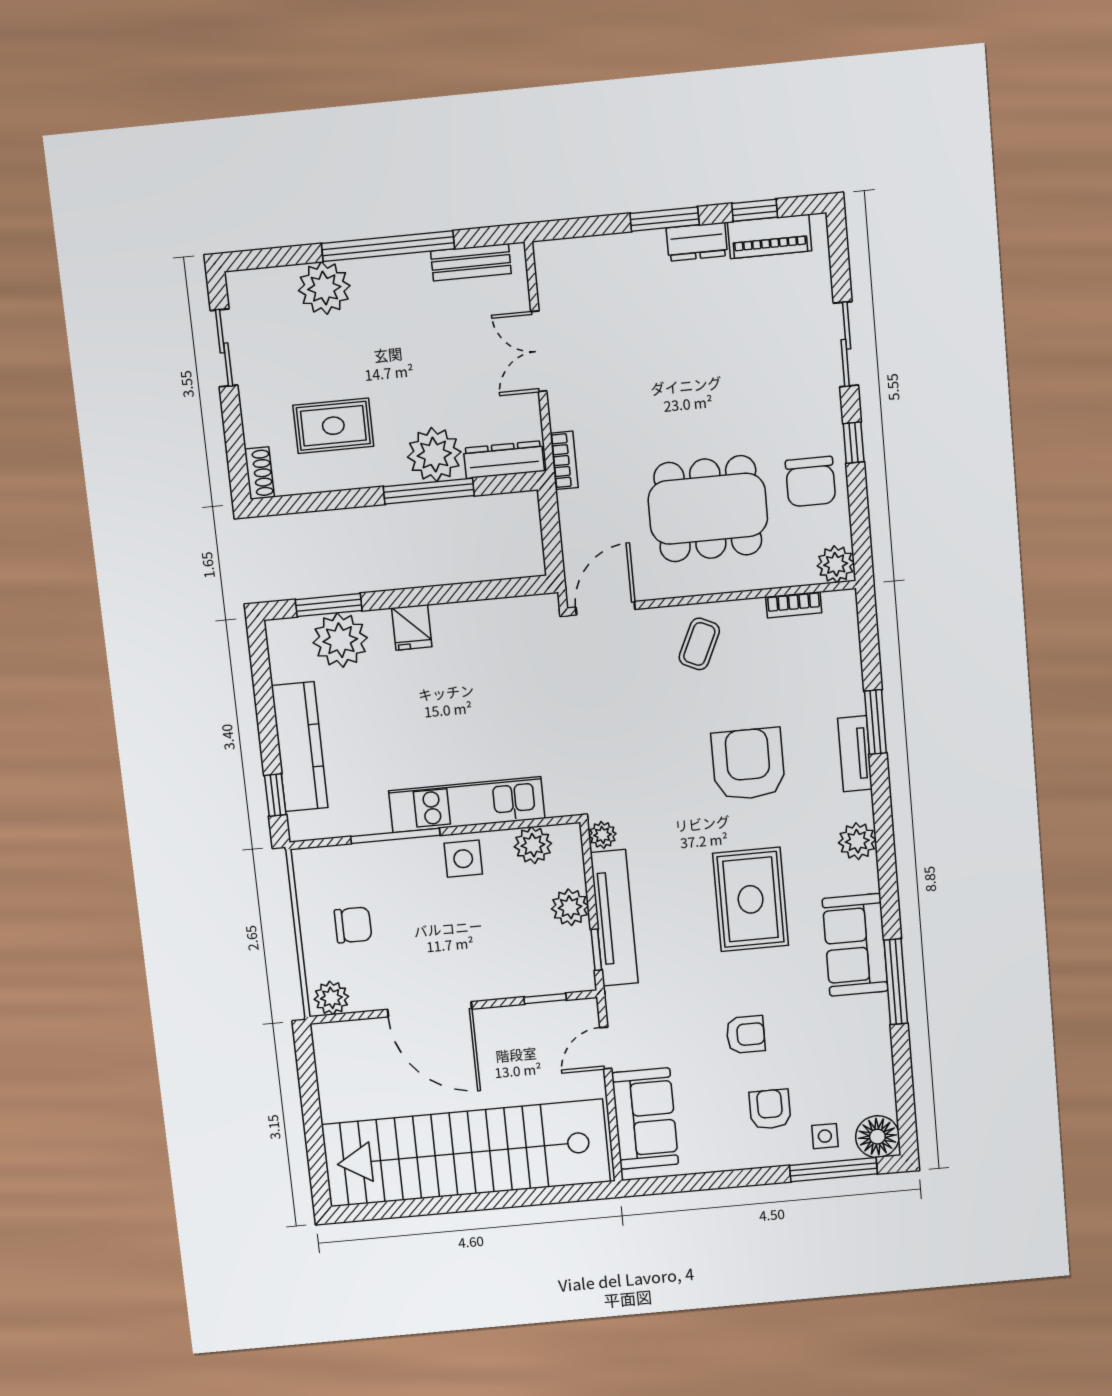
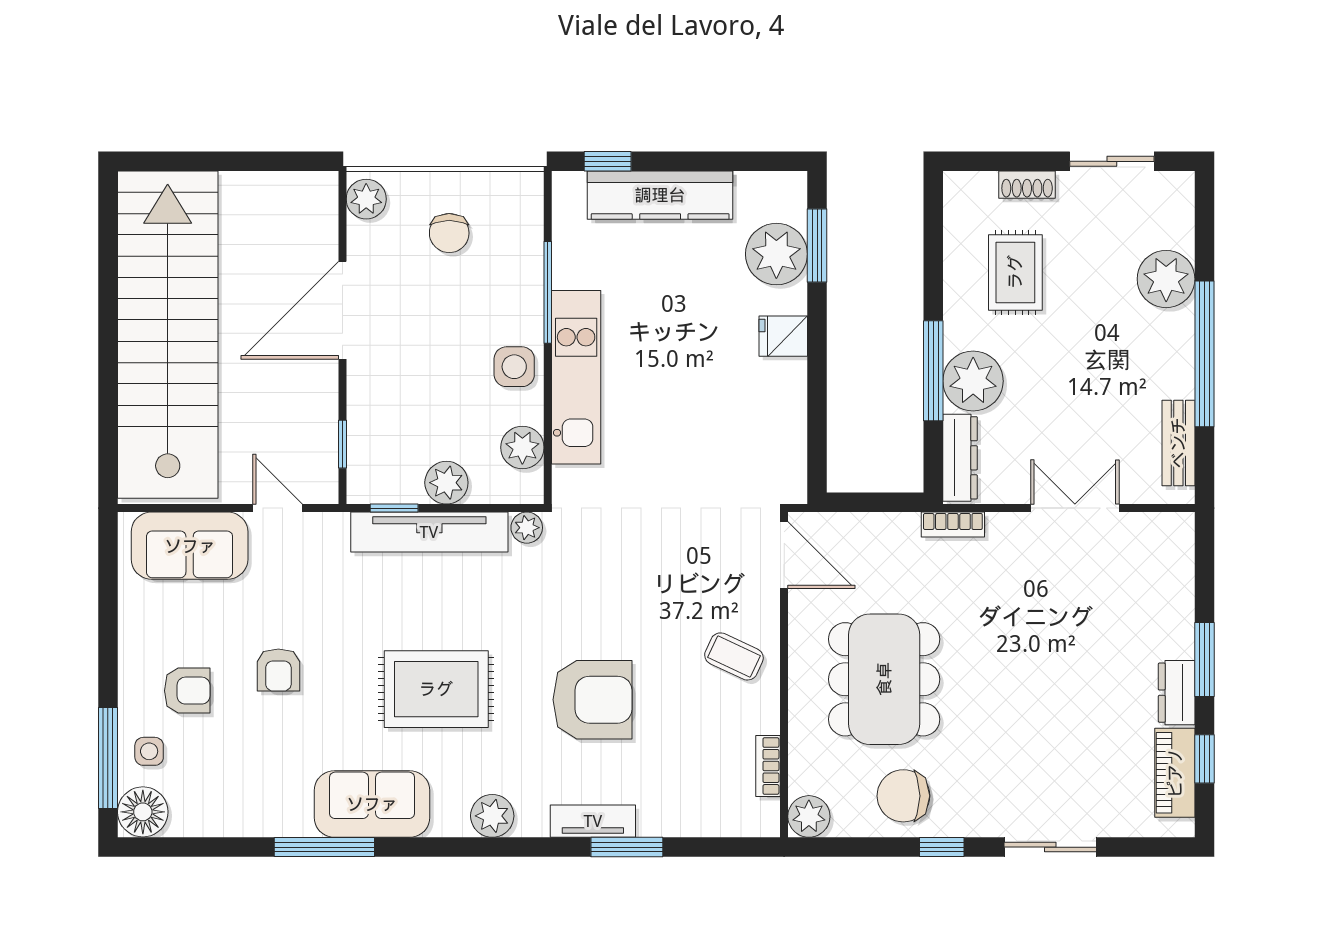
shoe rack: (259, 473) -> (1027, 185), moved

